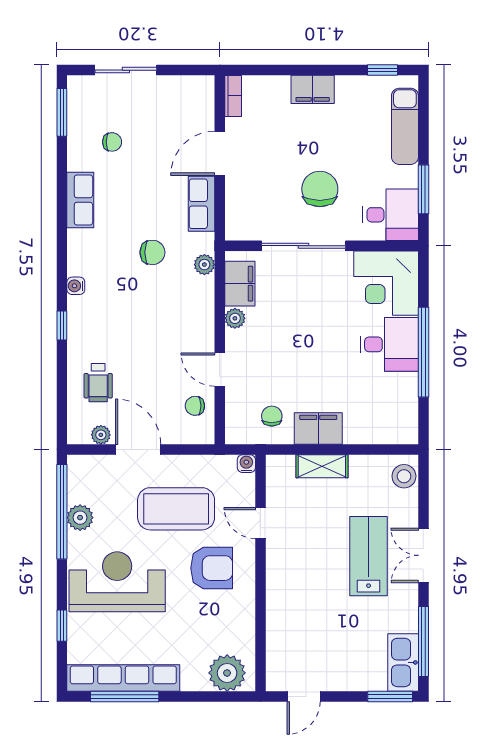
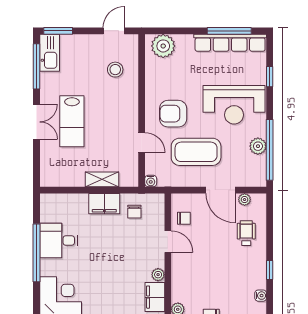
desk: (389, 344) -> (59, 240), moved
stool: (404, 476) -> (115, 70), moved

